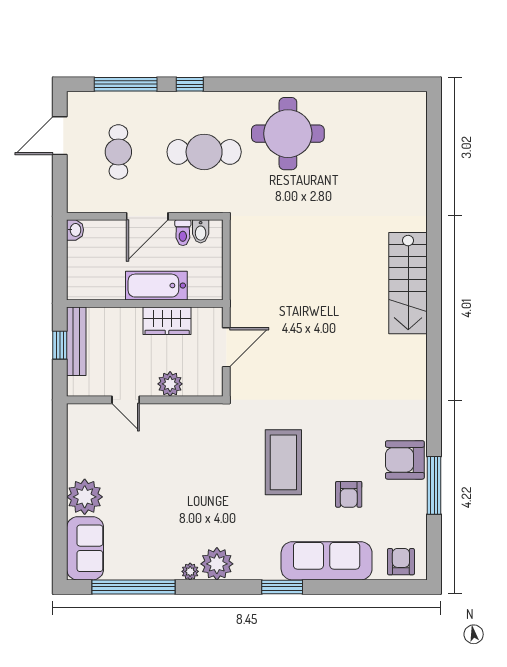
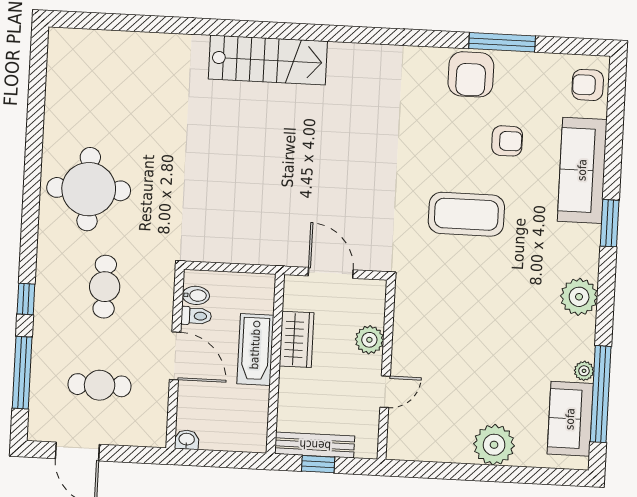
cafe table: (204, 152) -> (105, 287), width x0.73, depth x0.74
sofa: (85, 548) -> (570, 419), moved, turned -90
plant: (190, 571) -> (584, 371), moved

